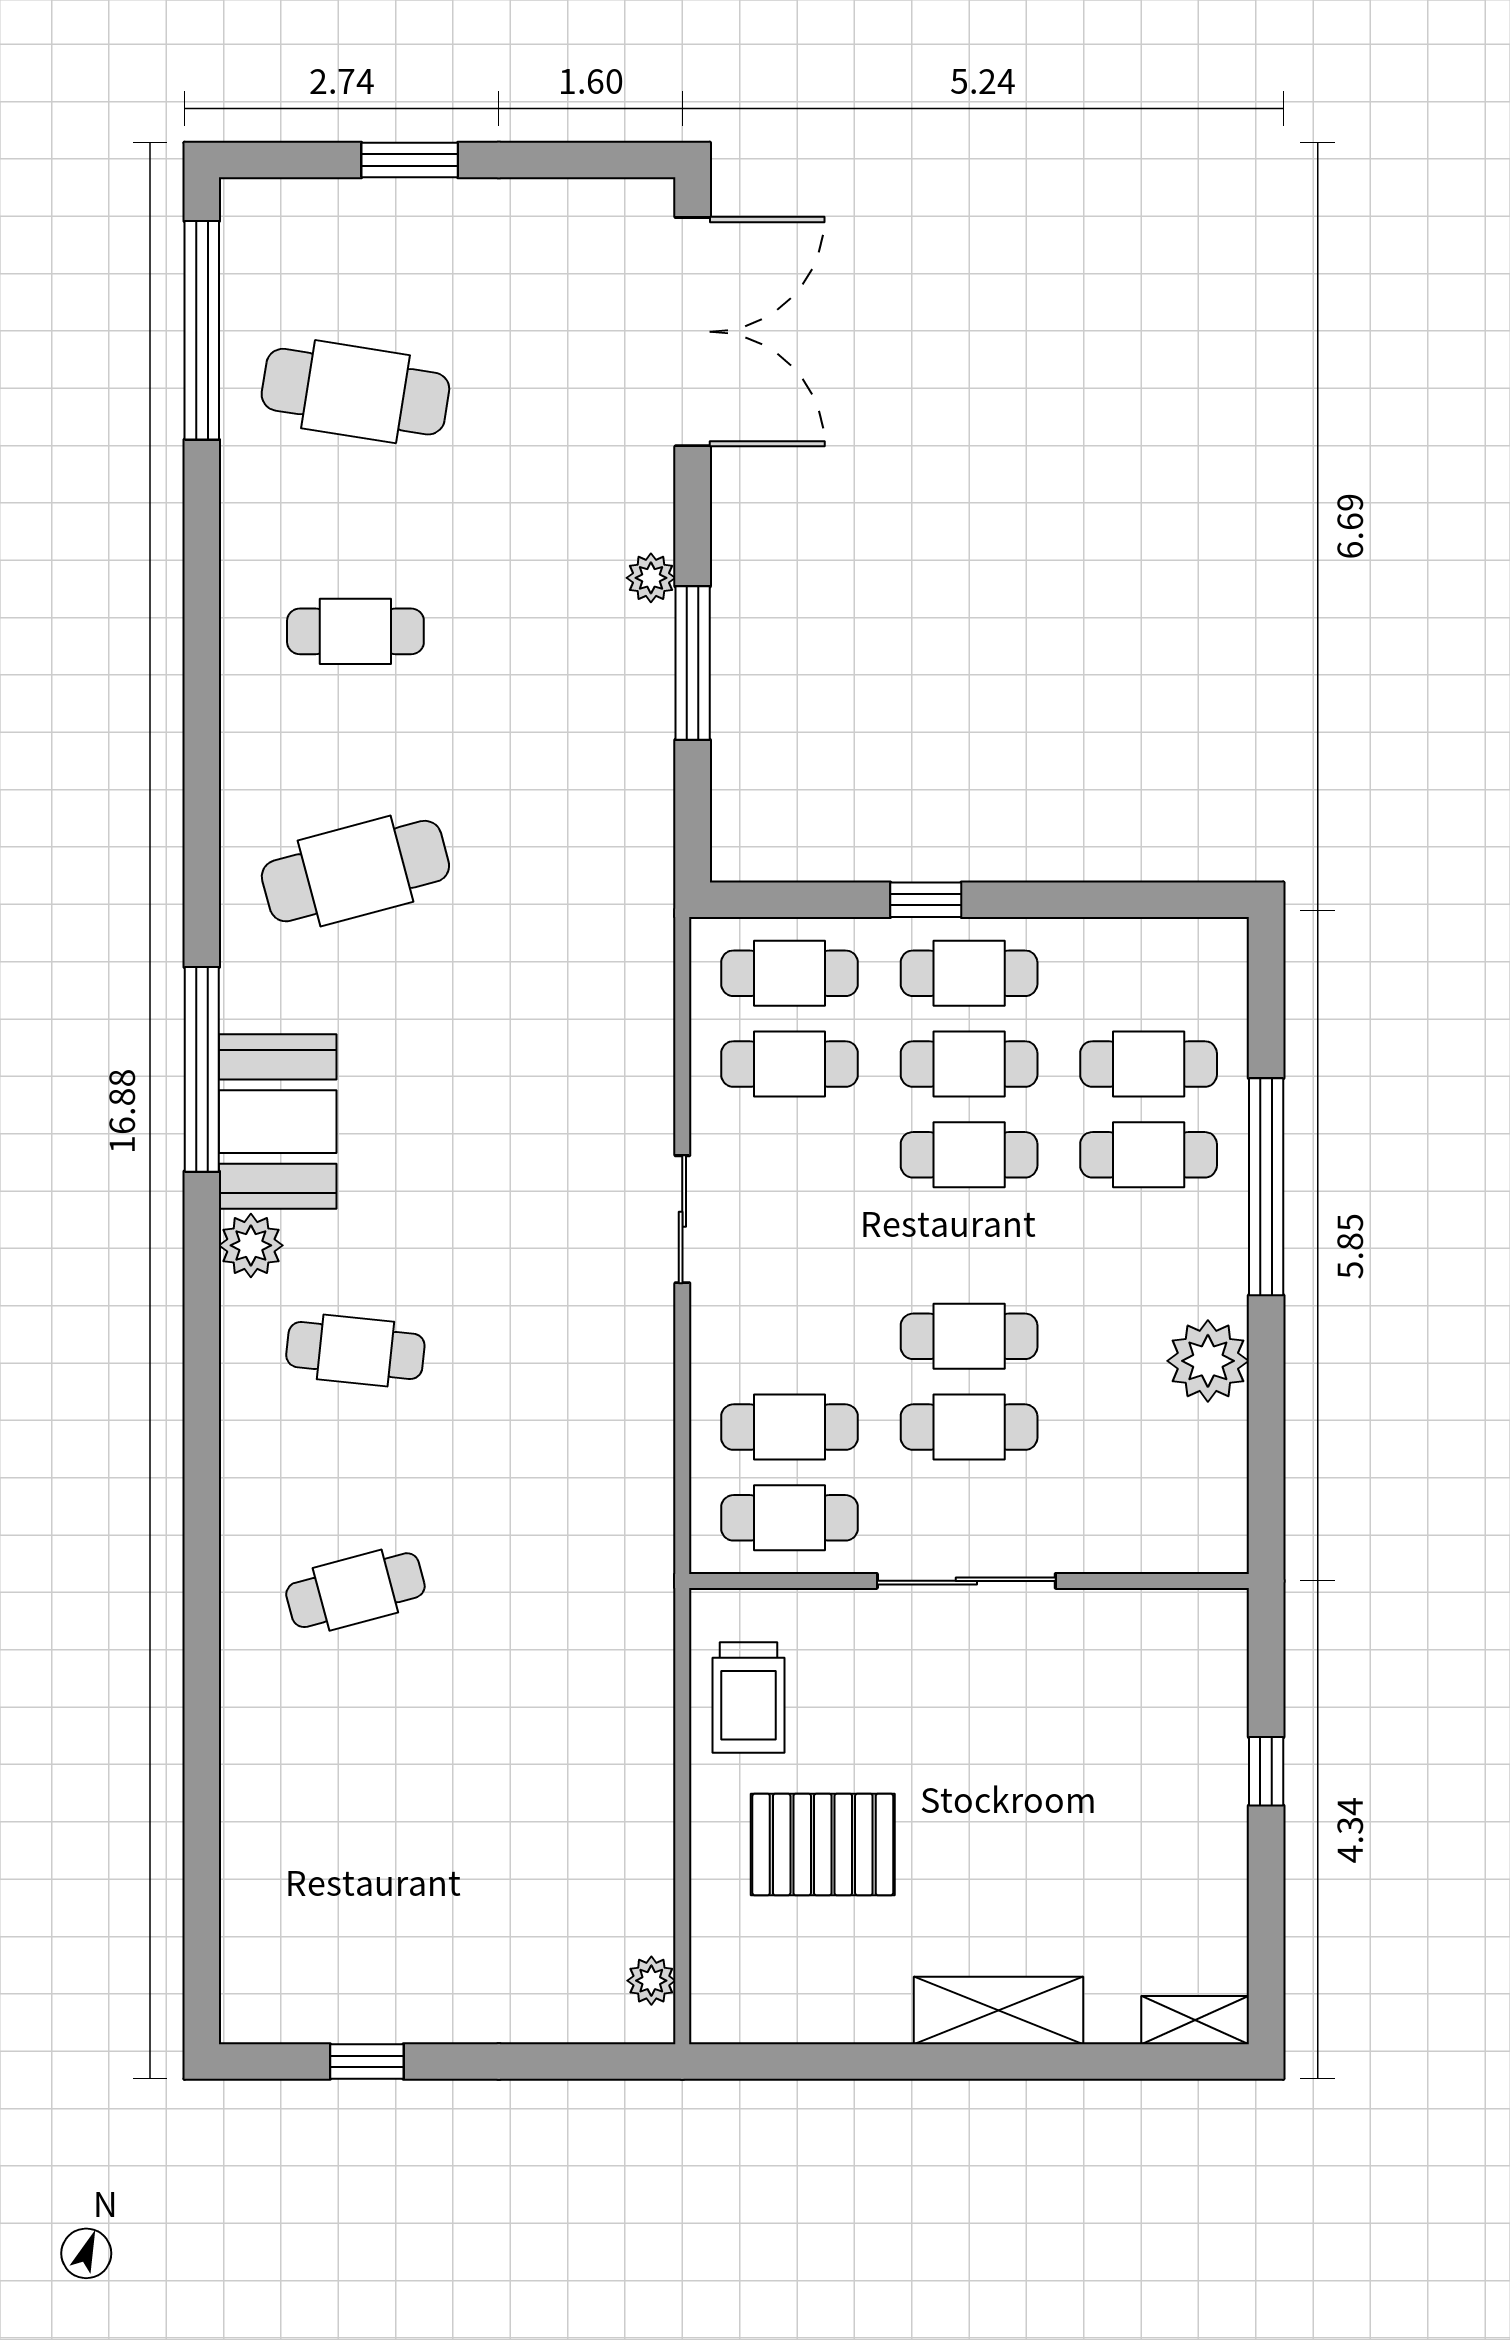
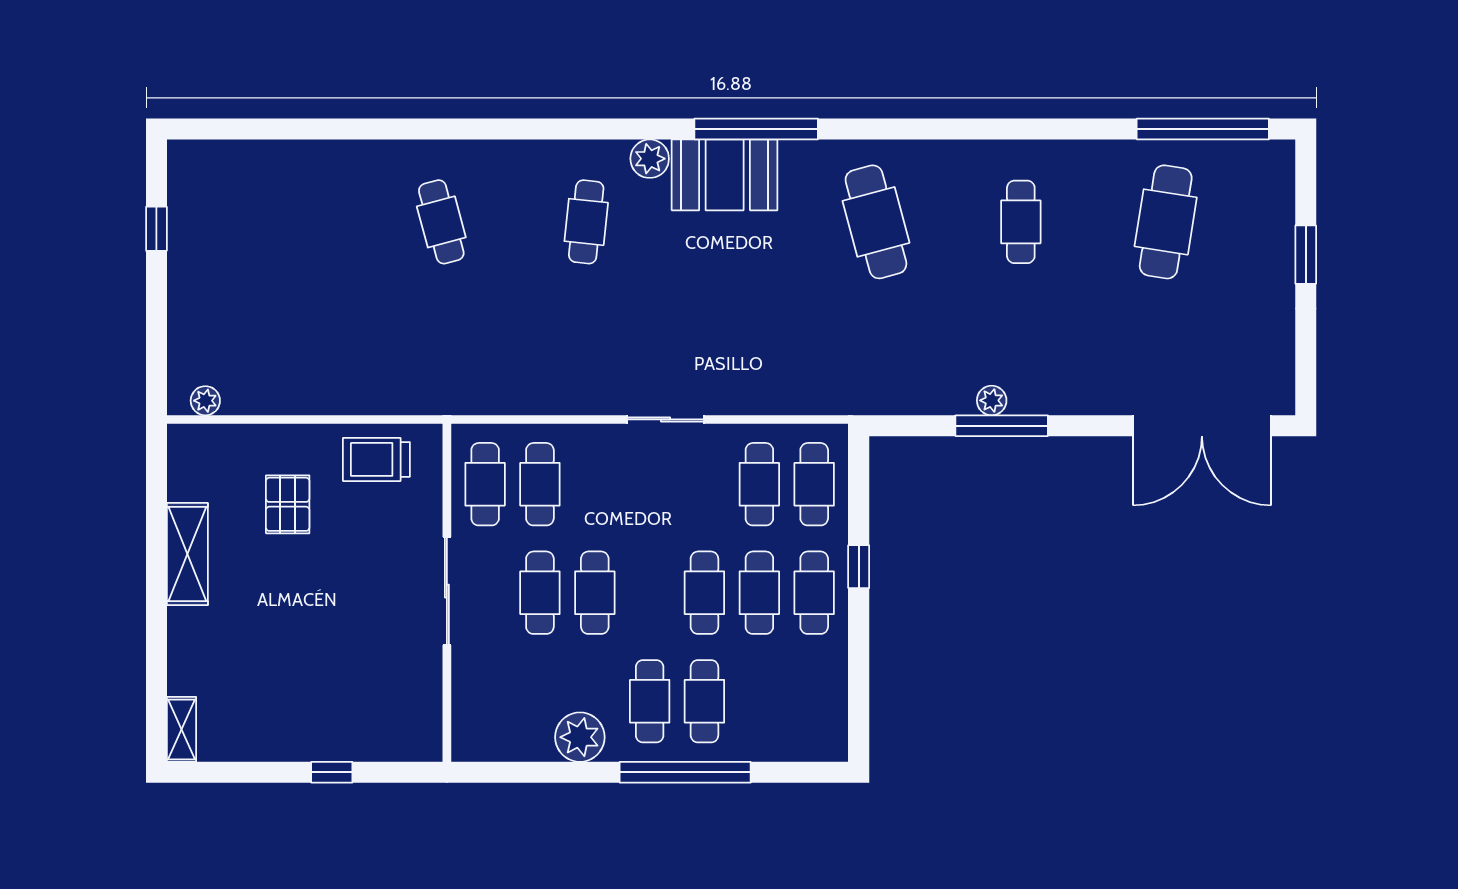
plant: (651, 578) -> (992, 400), moved
cafe table: (1149, 1064) -> (650, 701), moved
pallet: (823, 1844) -> (288, 504), width x0.67, depth x0.71
shelving: (999, 2010) -> (187, 554), moved

